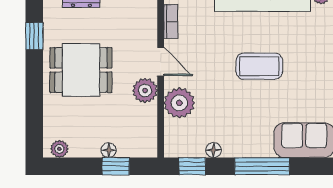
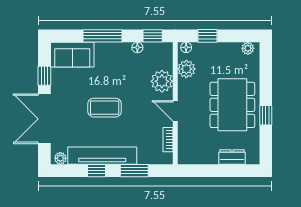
window: (34, 36) -> (266, 115), moved
dining table: (81, 70) -> (232, 105), width x1.38
plant: (145, 90) -> (186, 69), moved
floor lamp: (109, 150) -> (186, 47), moved

